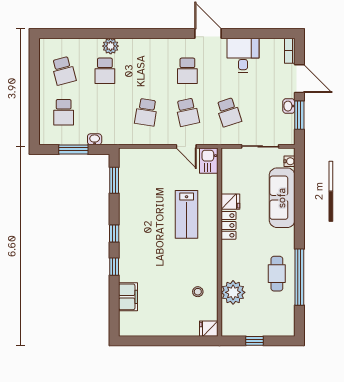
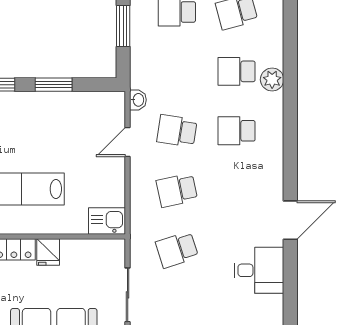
school desk: (187, 71) -> (237, 131), moved
washbasin: (95, 139) -> (138, 100), moved
door: (186, 146) -> (128, 142), moved
window: (114, 180) -> (54, 85), moved

